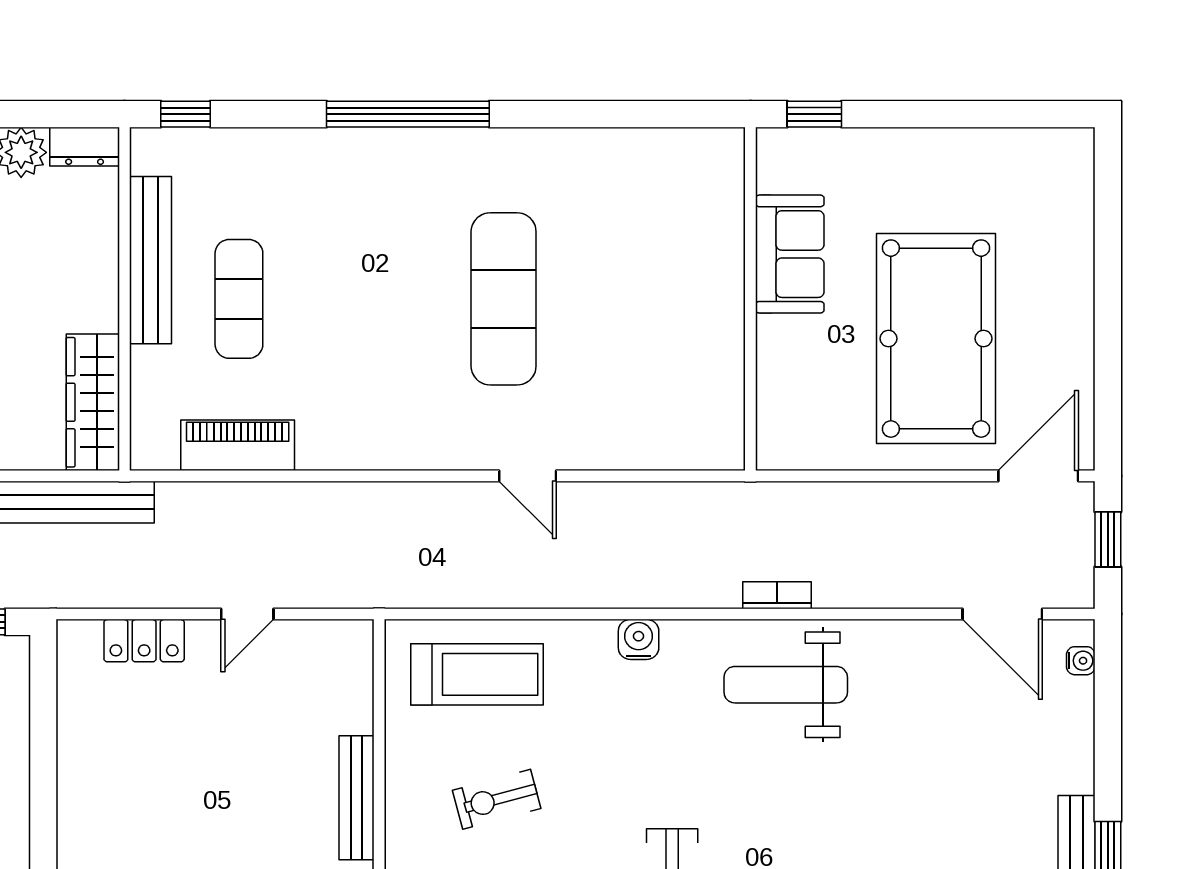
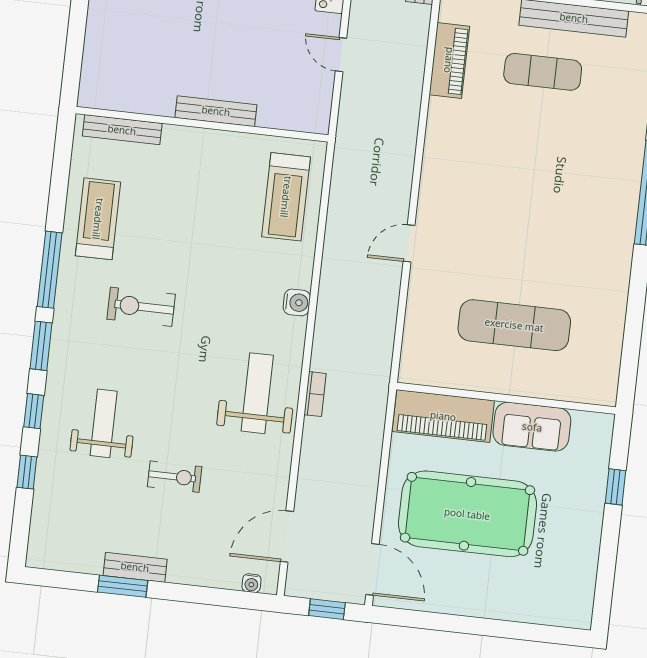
window: (814, 114) -> (616, 487), moved
exercise mat: (504, 299) -> (514, 325), moved
piano: (789, 393) -> (443, 416), added
exercise bike: (497, 799) -> (175, 477), moved, turned 105

